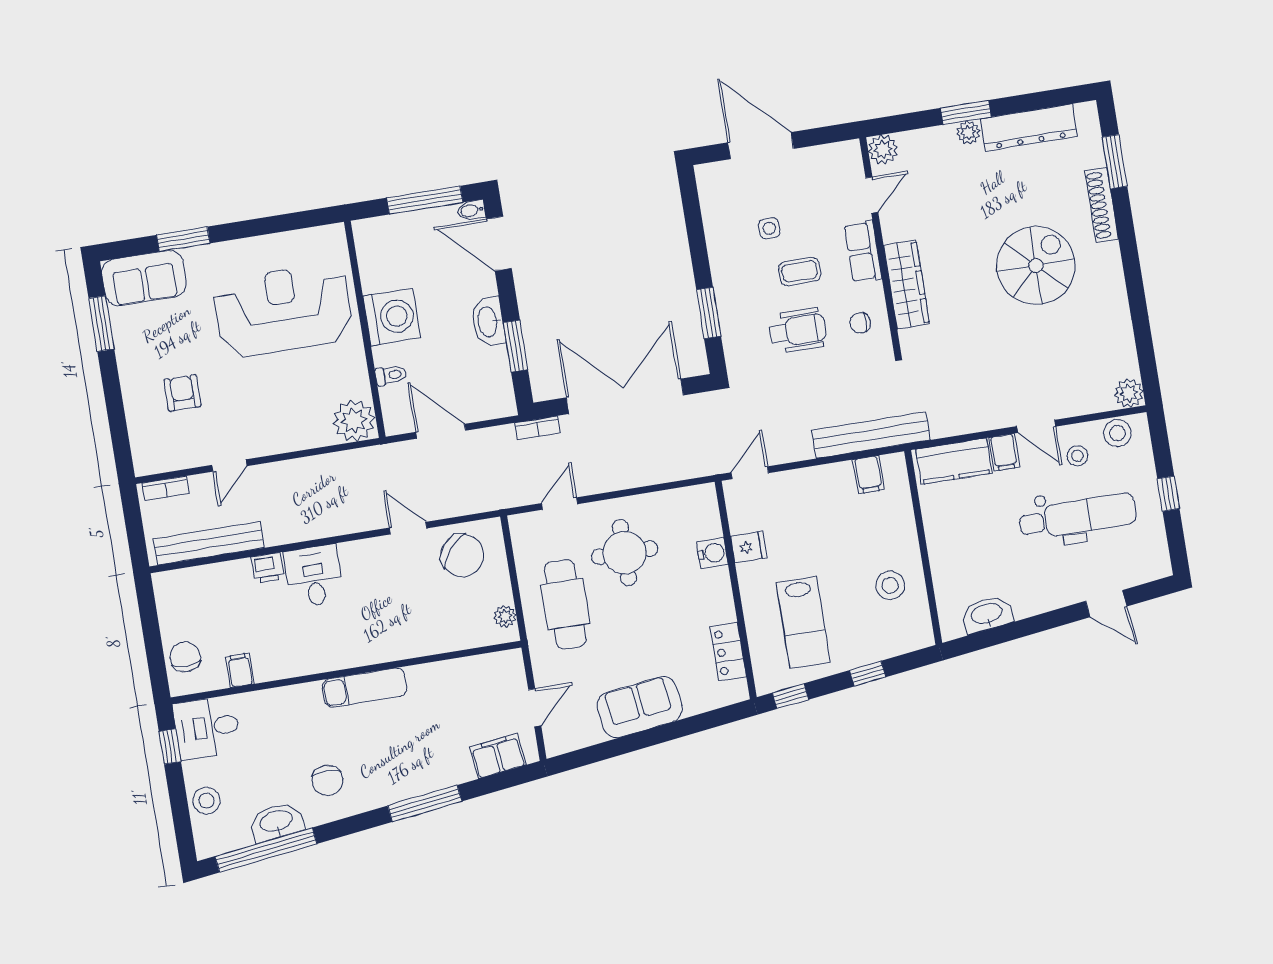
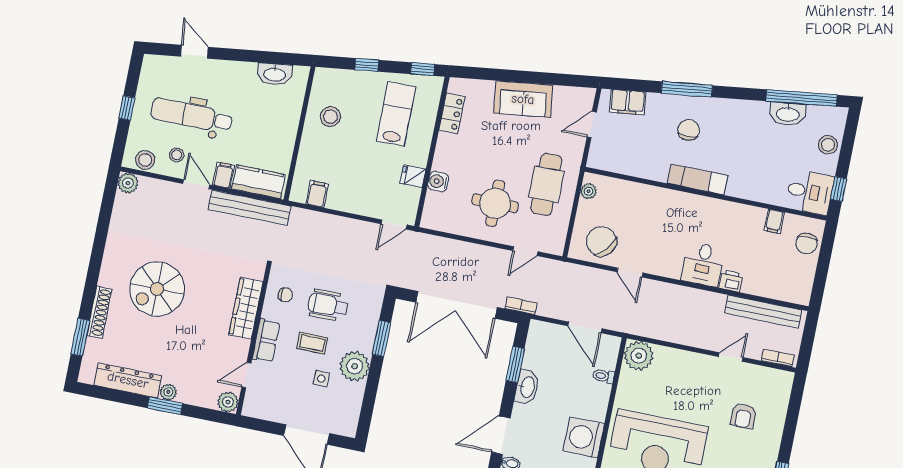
door: (499, 244) -> (501, 435), swing flipped
plant: (731, 262) -> (355, 366), added
washing machine: (392, 317) -> (584, 437), moved
bench: (871, 435) -> (250, 208), moved
chair: (327, 780) -> (689, 130), moved

